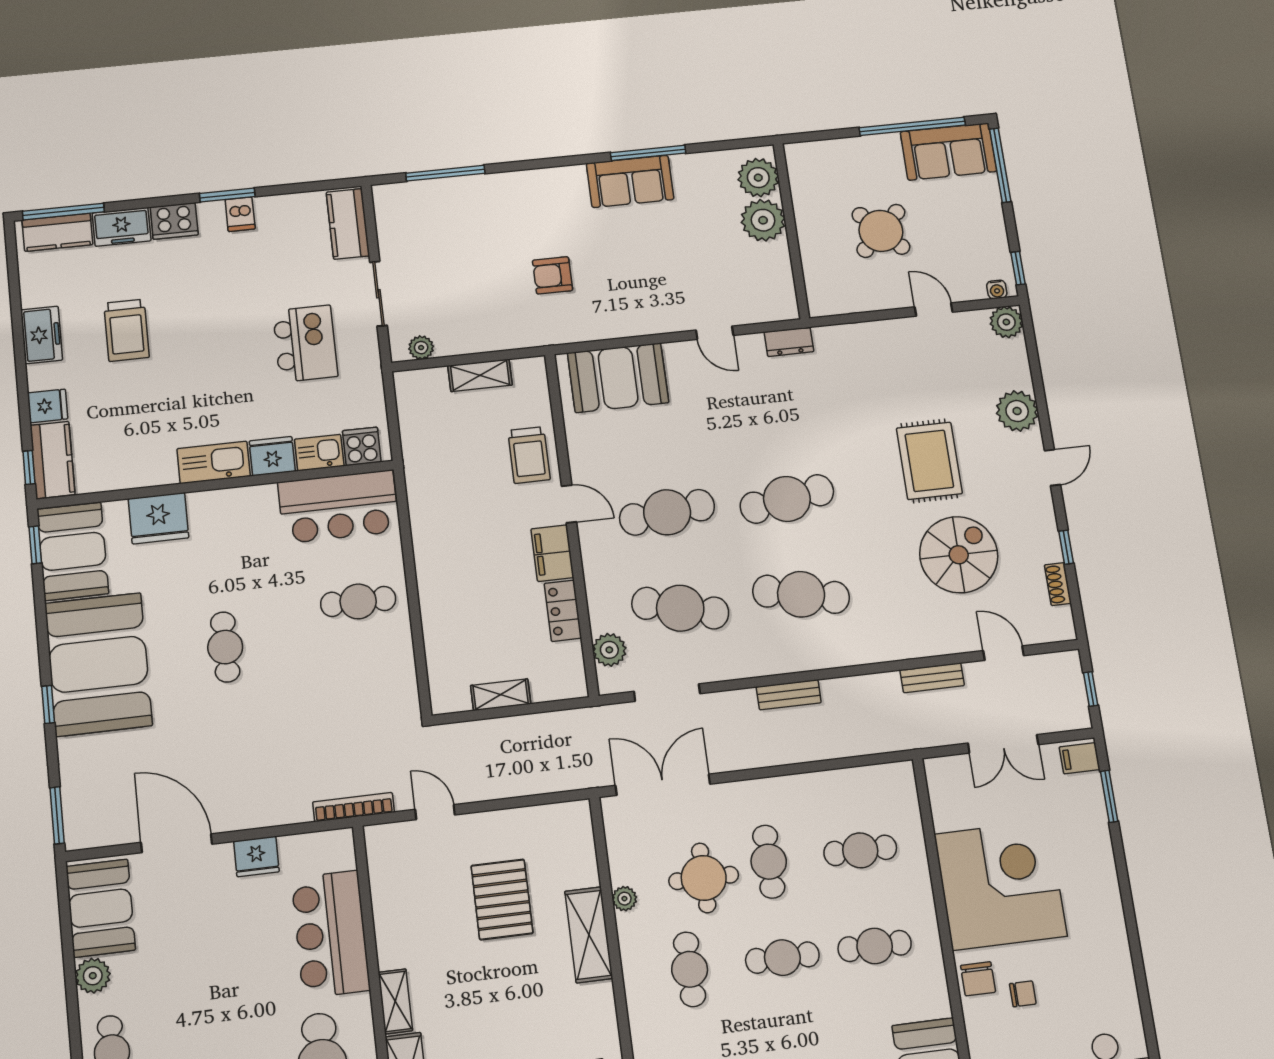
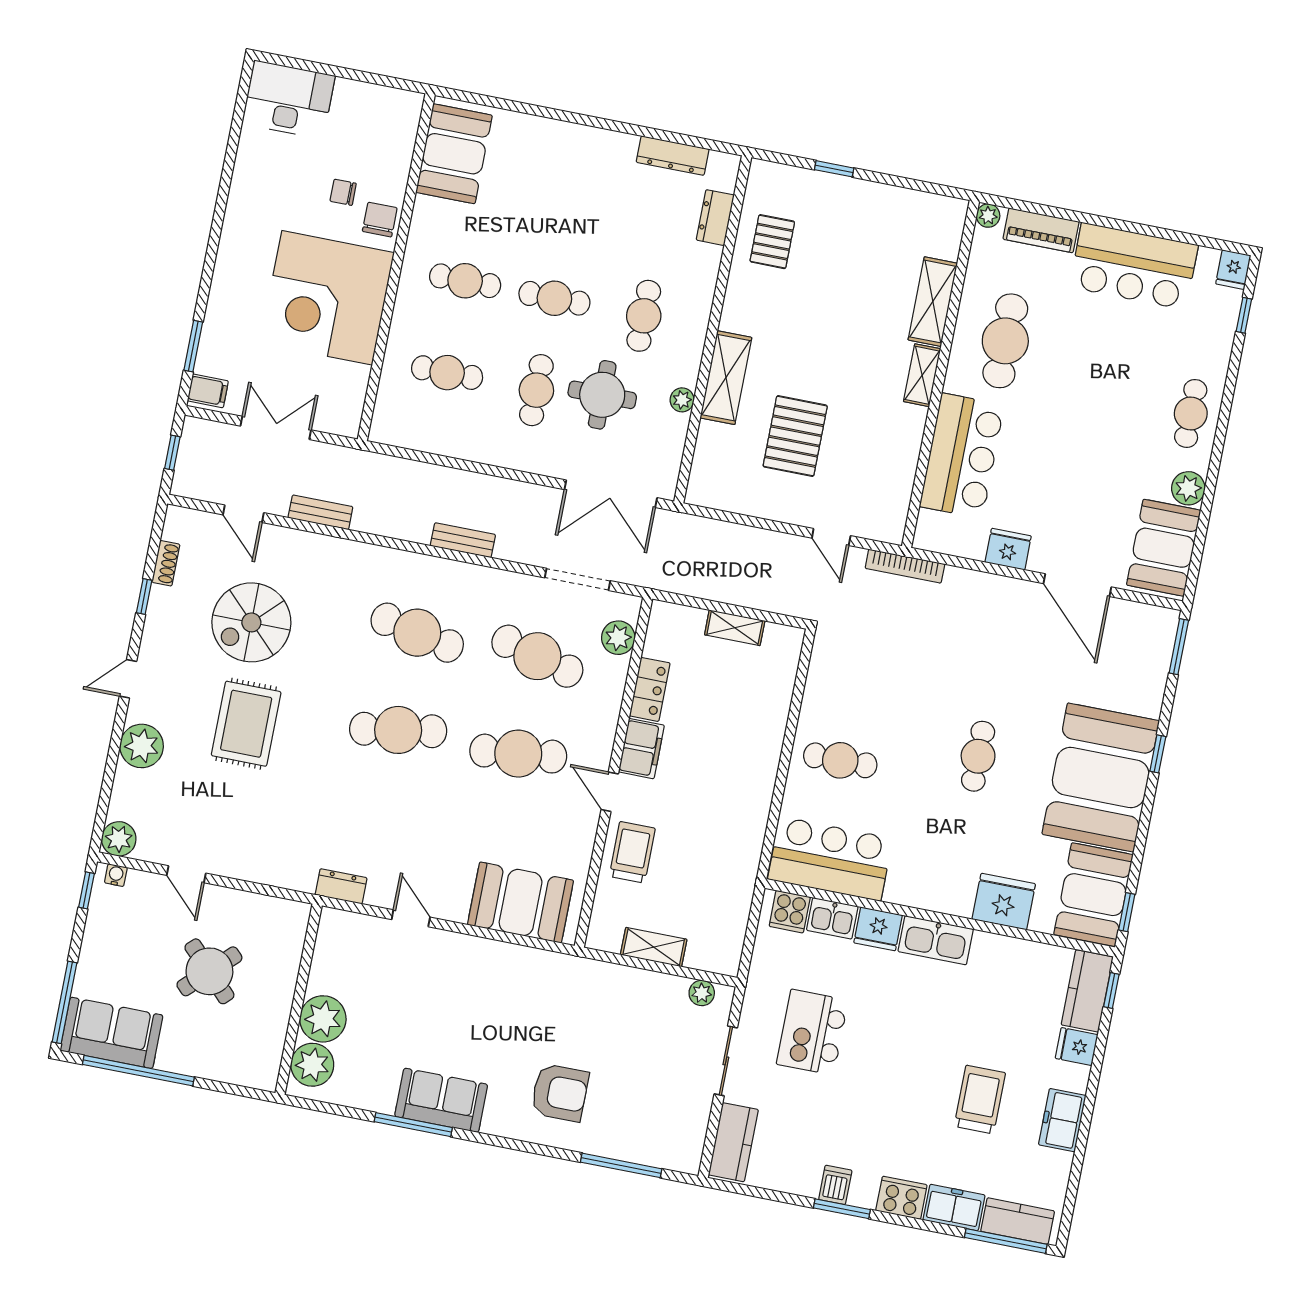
armchair: (553, 275) -> (560, 1093), moved, width x1.38, depth x1.38

